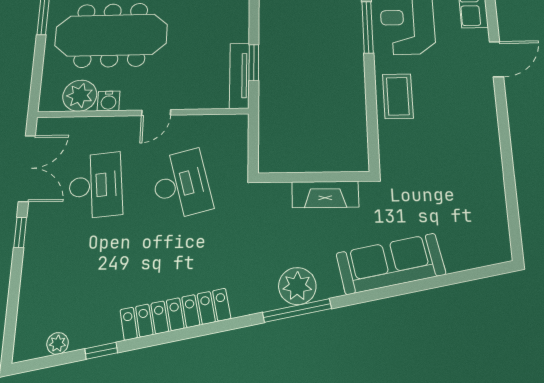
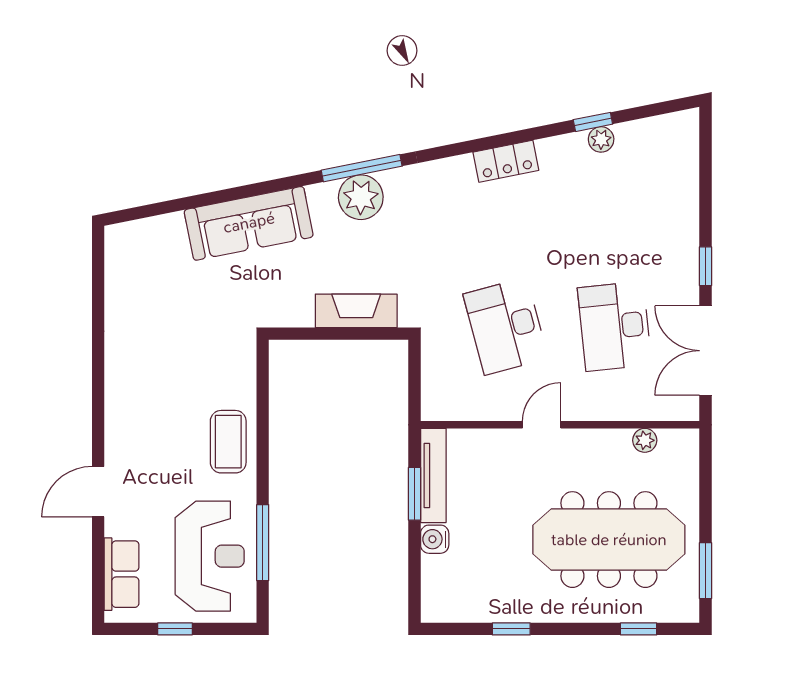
plant: (80, 96) -> (645, 440), width x0.53, depth x0.53
water cooler: (109, 101) -> (435, 539), moved, turned -90
fireplace: (325, 194) -> (356, 311), moved
locker: (175, 314) -> (506, 161), width x0.46, depth x0.83
plant: (58, 343) -> (601, 139), moved

